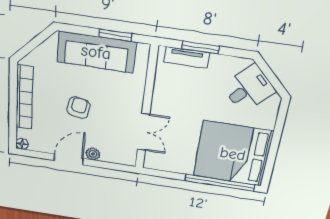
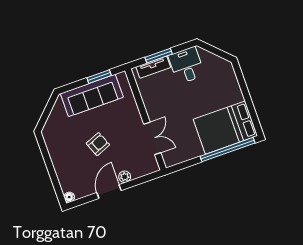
desk: (249, 89) -> (186, 65), moved, turned -45
bookcase: (24, 98) -> (56, 157), removed
armchair: (79, 108) -> (98, 144), turned 57
bed: (233, 154) -> (225, 128), width x0.73

